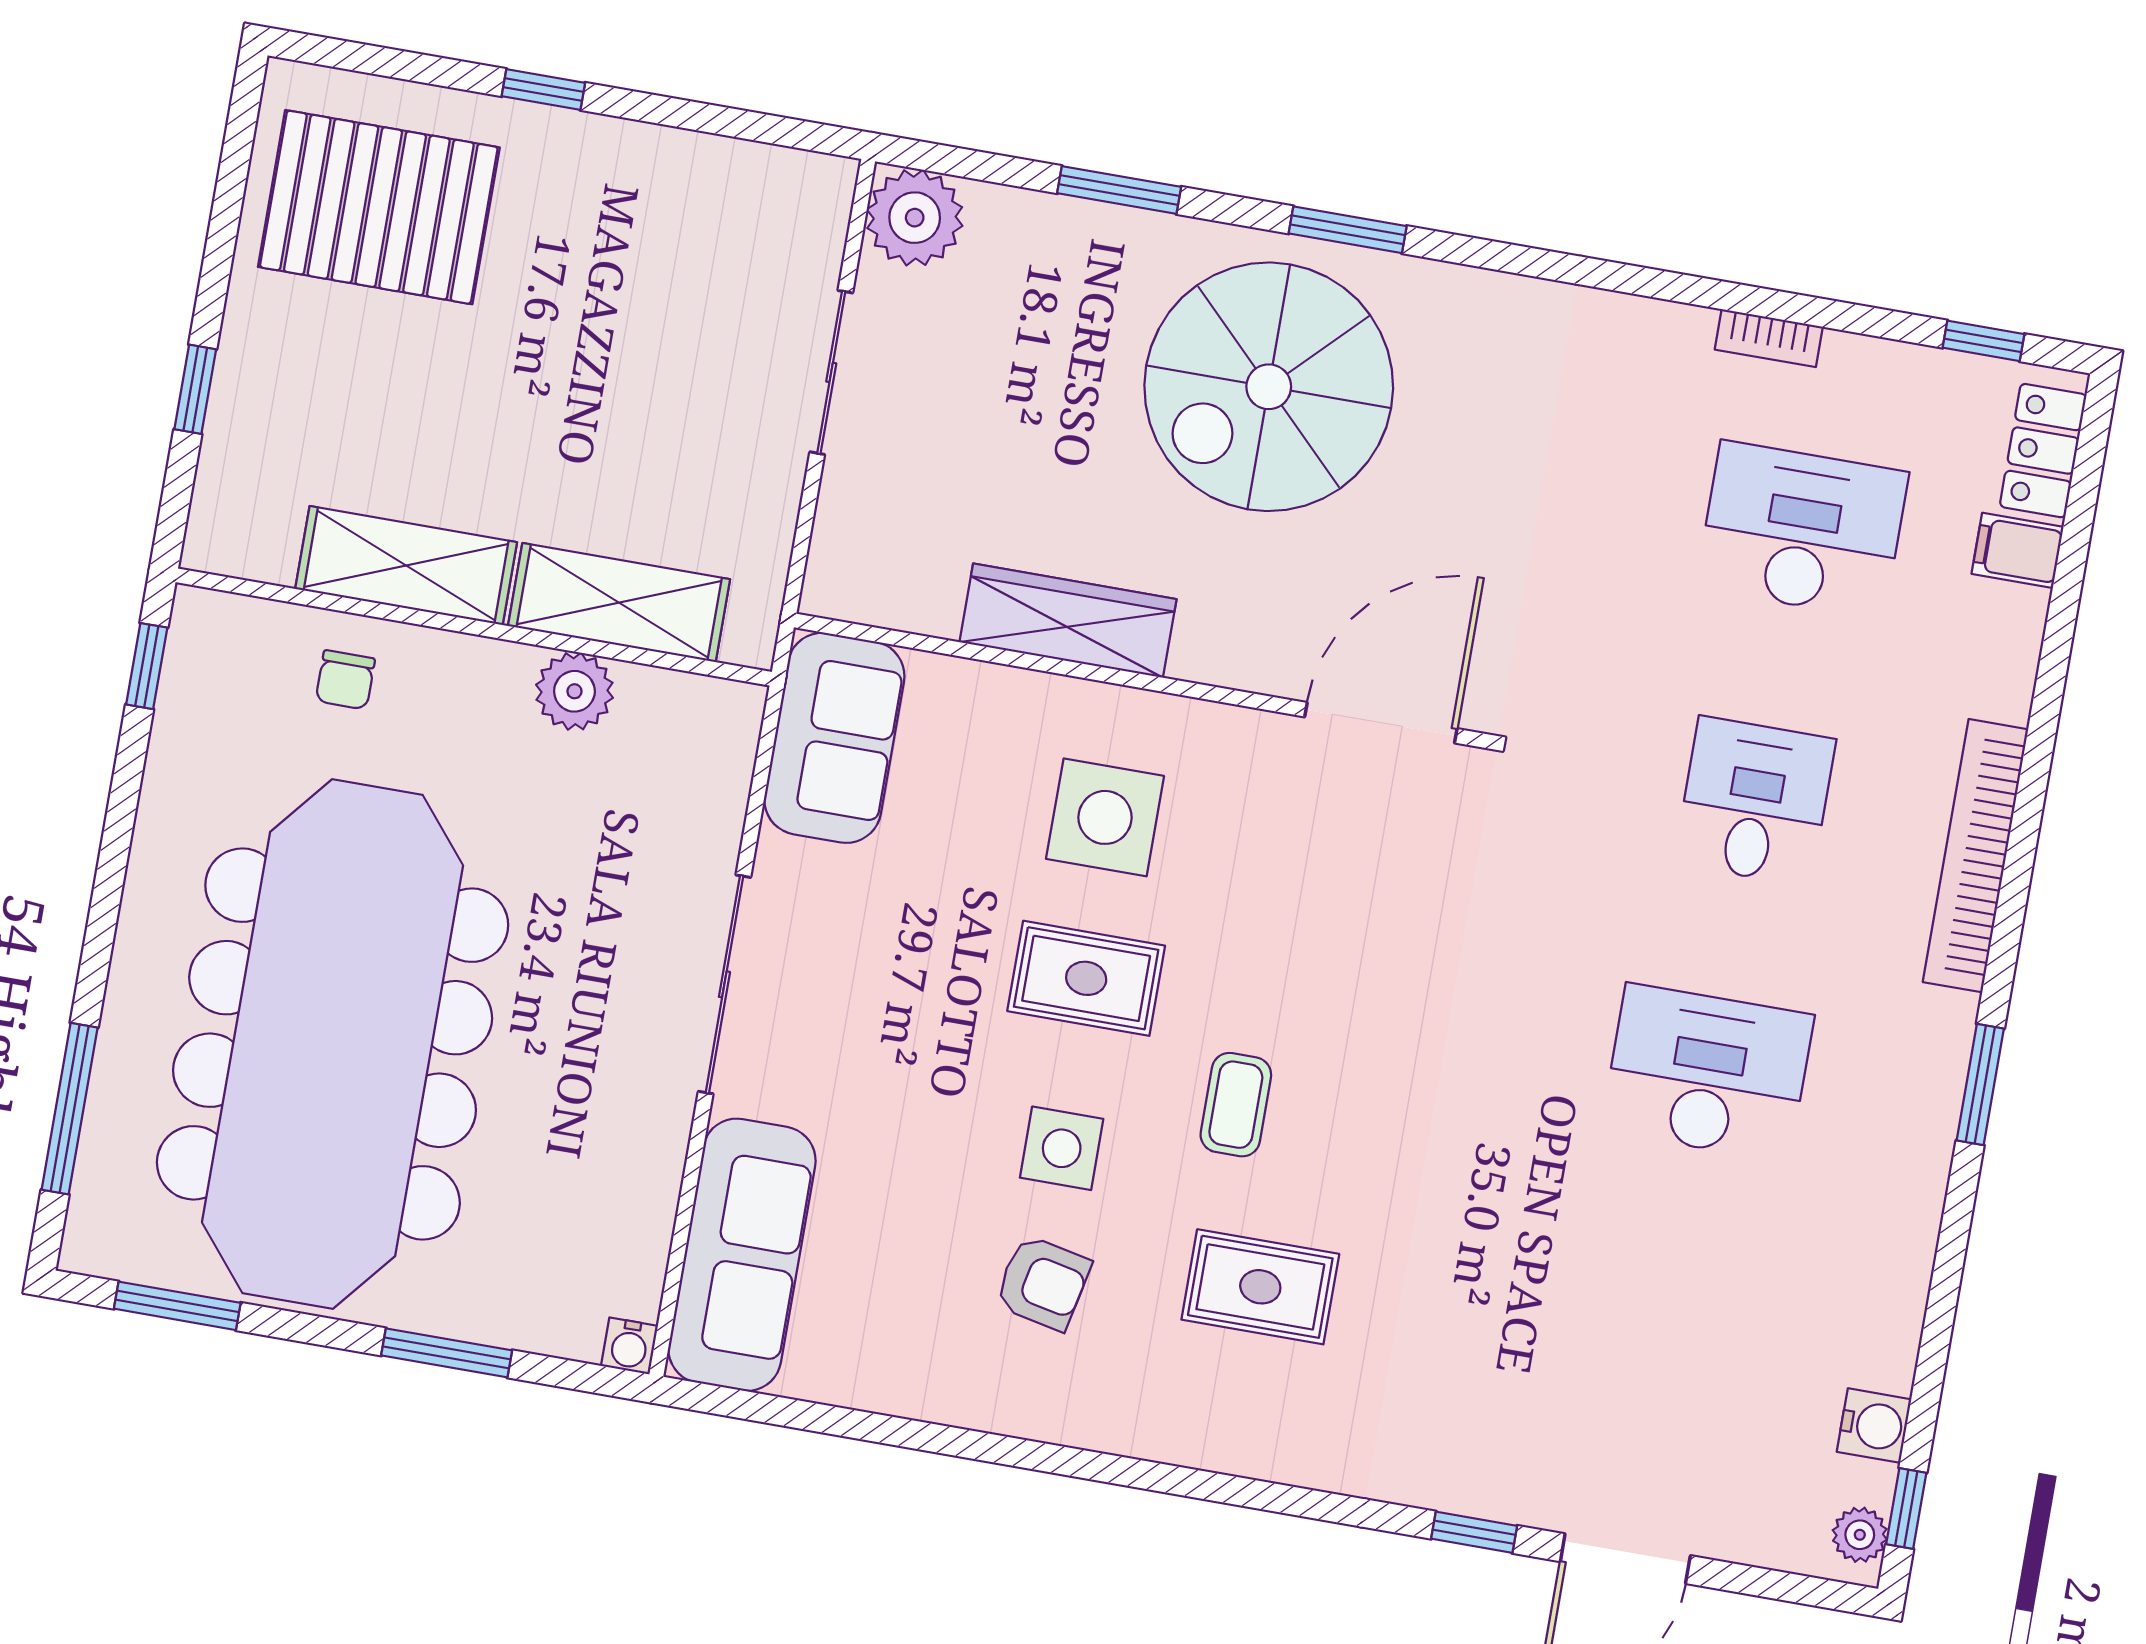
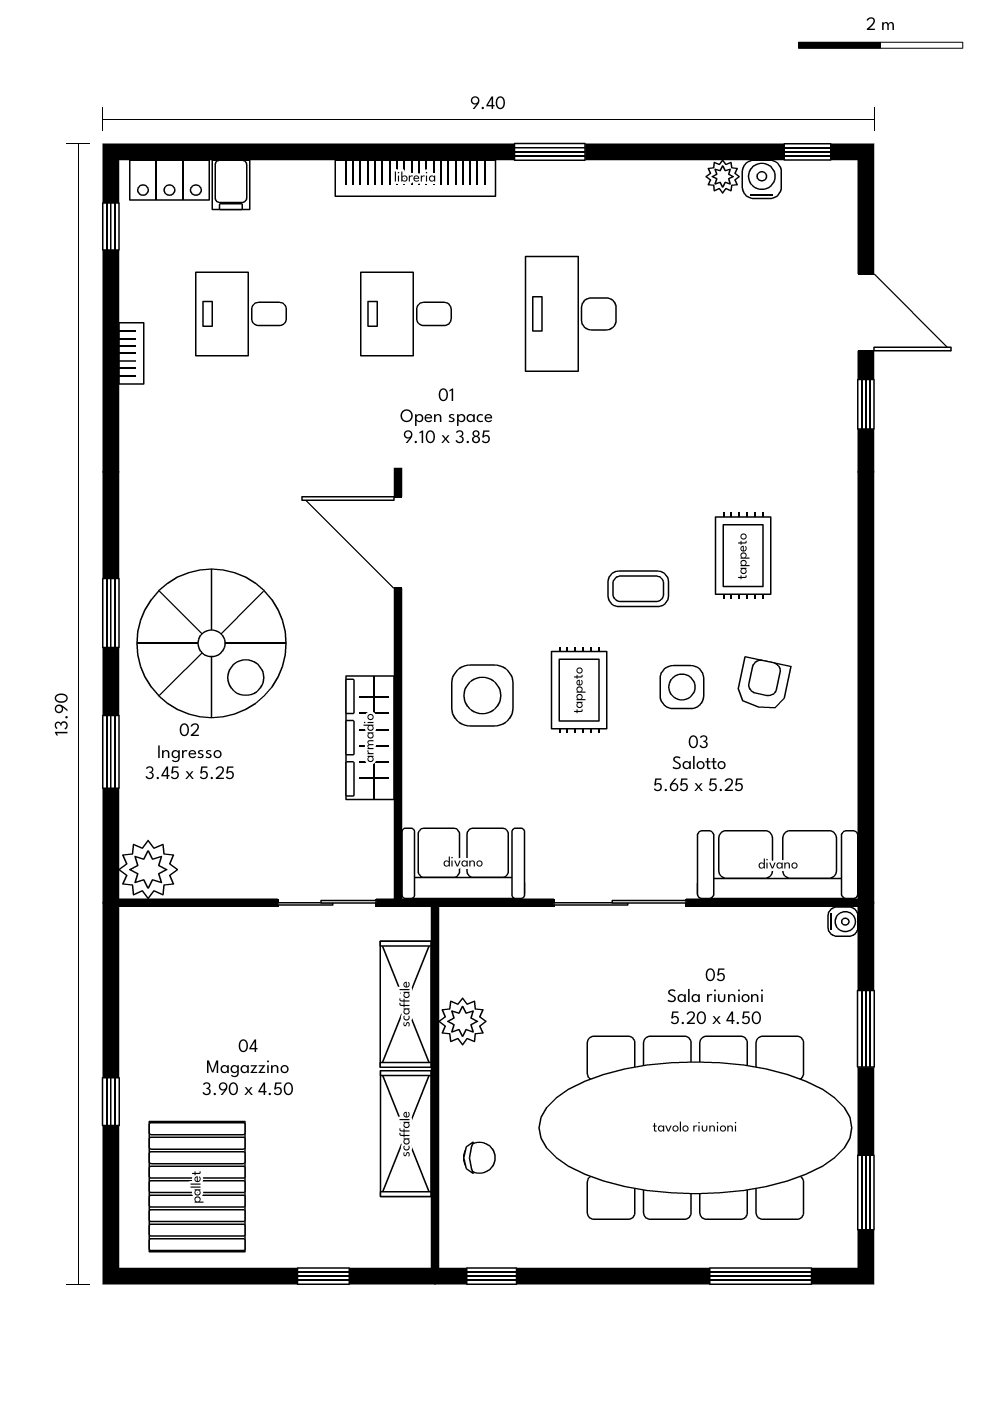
sliding door: (831, 372) -> (327, 903), moved
desk: (1802, 530) -> (241, 314), width x0.73
plant: (1860, 1535) -> (723, 177), moved

